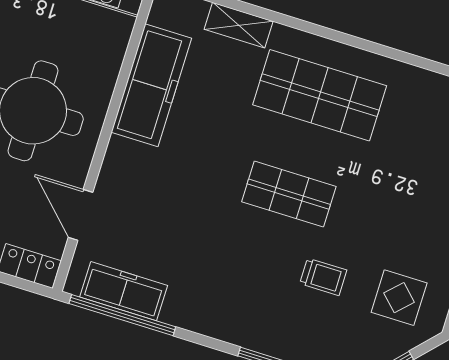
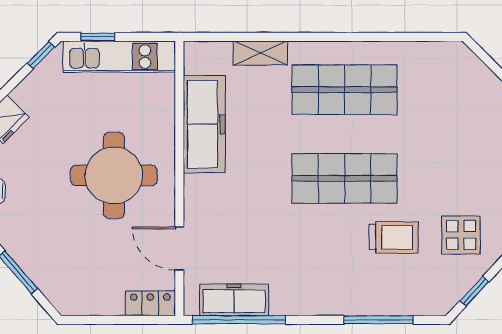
shop shelf: (289, 194) -> (344, 178), width x1.43, depth x1.36
trolley: (323, 277) -> (394, 237), width x1.36, depth x1.39

